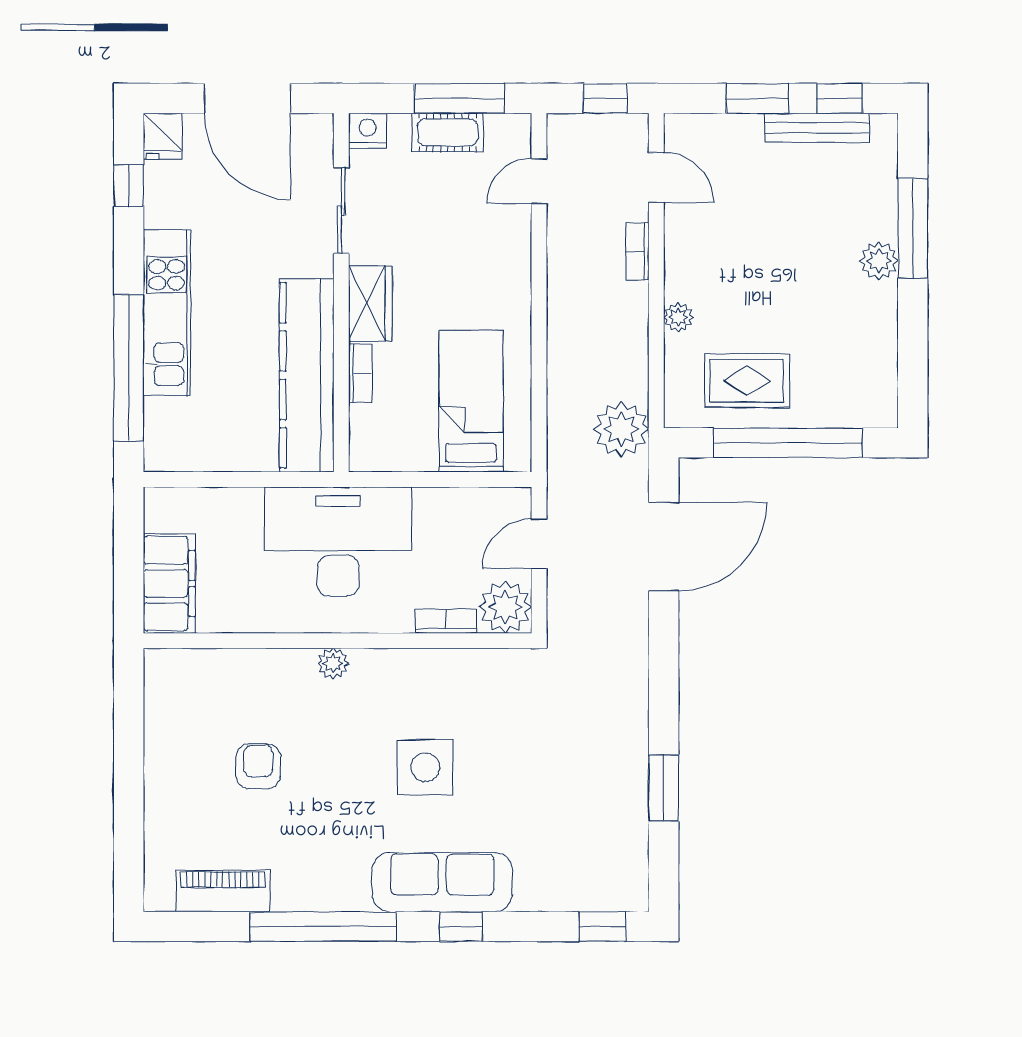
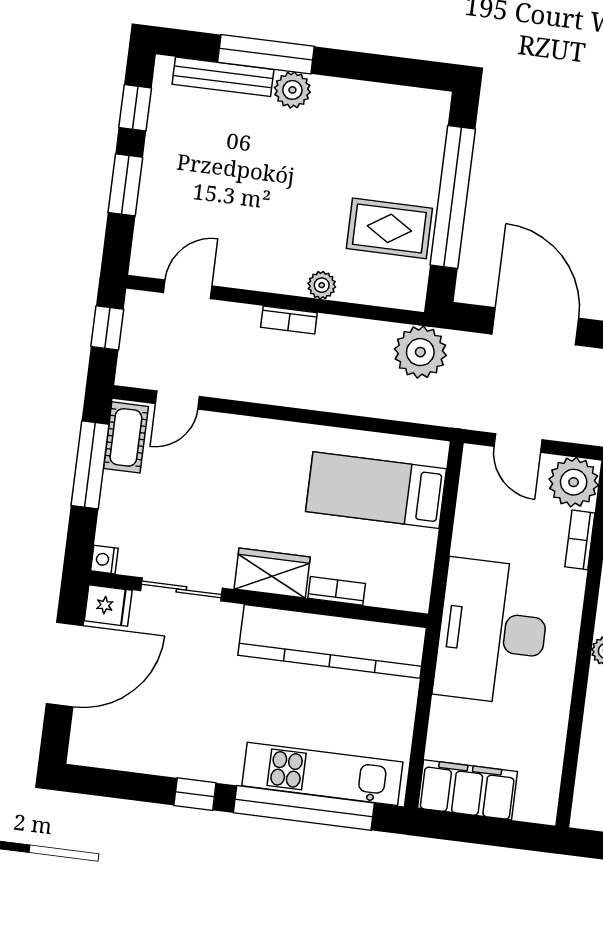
bench: (817, 128) -> (223, 77), moved, turned 90
nightstand: (368, 131) -> (104, 560), width x0.72, depth x0.74
cot: (447, 132) -> (126, 437), moved
fridge: (163, 136) -> (108, 606), moved
door: (539, 181) -> (177, 400), hinge flipped
window: (129, 186) -> (195, 794), moved
bookcase: (638, 252) -> (289, 320), moved
kitchen unit: (167, 313) -> (322, 774), moved
rug: (747, 381) -> (389, 228), turned 90
filing cabinet: (169, 583) -> (467, 790), moved

